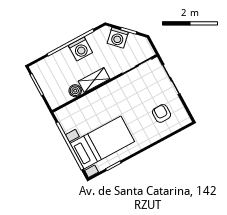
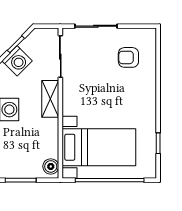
shelving: (94, 80) -> (50, 99), moved
boiler: (75, 91) -> (51, 166), moved
bed with nightstands: (102, 143) -> (99, 147), moved, turned 90

